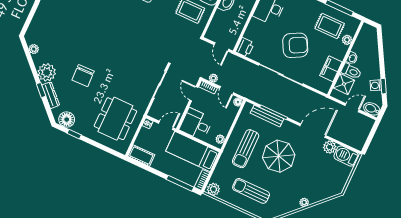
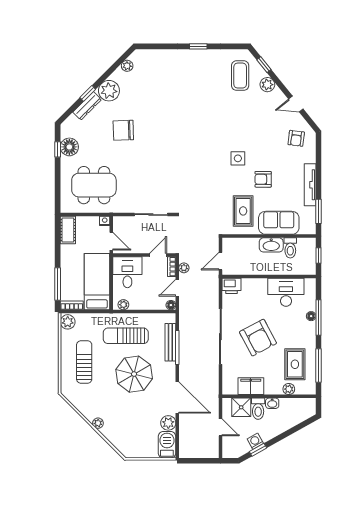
bidet: (372, 109) -> (229, 448), removed
floor lamp: (67, 120) -> (69, 147), moved

